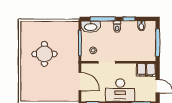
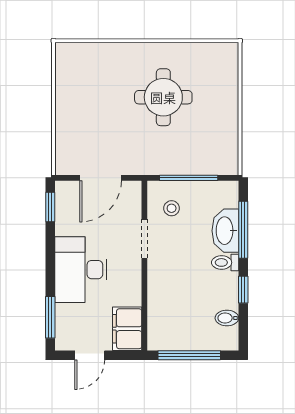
washbasin: (91, 27) -> (225, 231), moved

